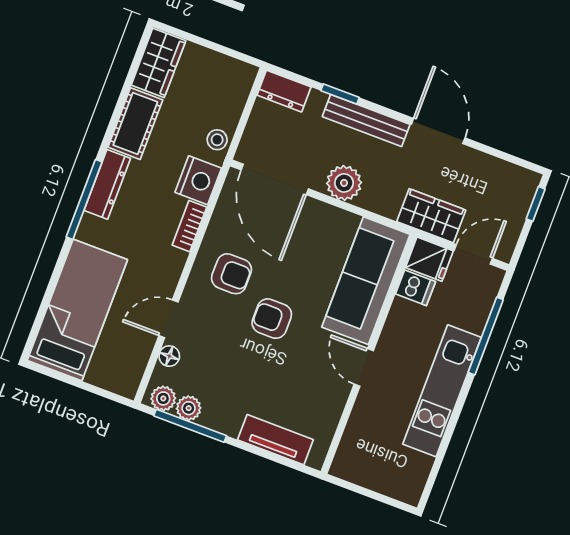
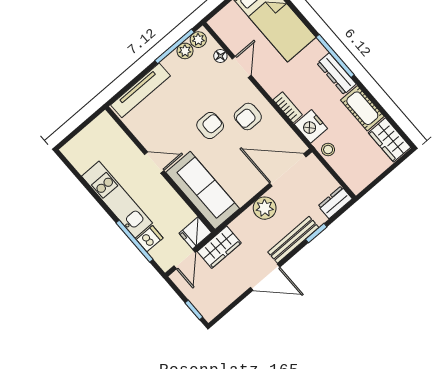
dishwasher: (416, 288) -> (150, 239), moved, turned 180
tv unit: (275, 440) -> (140, 90), width x1.41

